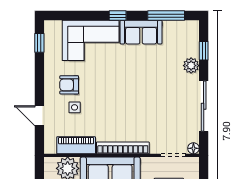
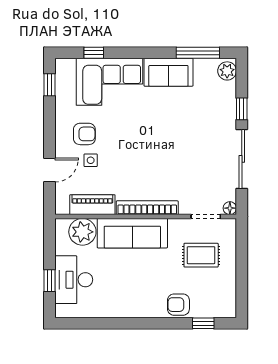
window: (118, 16) -> (94, 53), moved
window: (204, 51) -> (242, 109), moved
plant: (191, 66) -> (227, 71), moved
armchair: (69, 85) -> (84, 134), turned 180
door: (39, 116) -> (49, 170), swing flipped

